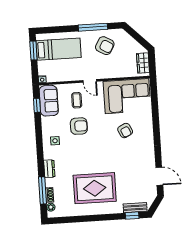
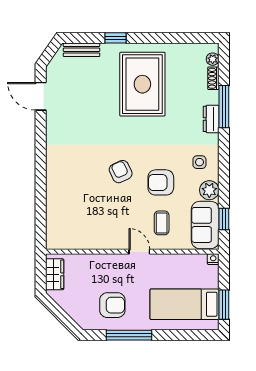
armchair: (105, 46) -> (112, 305), turned 150
corner sofa: (127, 96) -> (83, 224), removed
plant: (48, 123) -> (209, 190), added
armchair: (125, 131) -> (121, 172), moved
rug: (95, 188) -> (142, 84), turned 90
window: (42, 190) -> (224, 107), moved
window: (132, 216) -> (116, 38), moved

